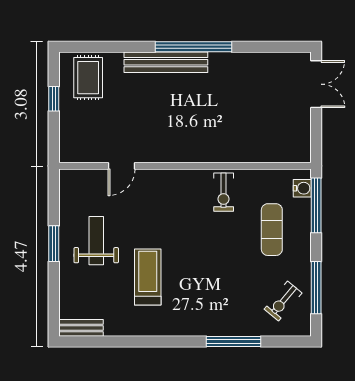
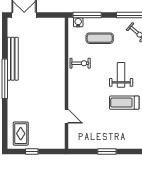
bench: (166, 62) -> (13, 59), moved
rug: (88, 78) -> (21, 134), turned 90
weight bench: (96, 241) -> (121, 75), moved, turned 90

